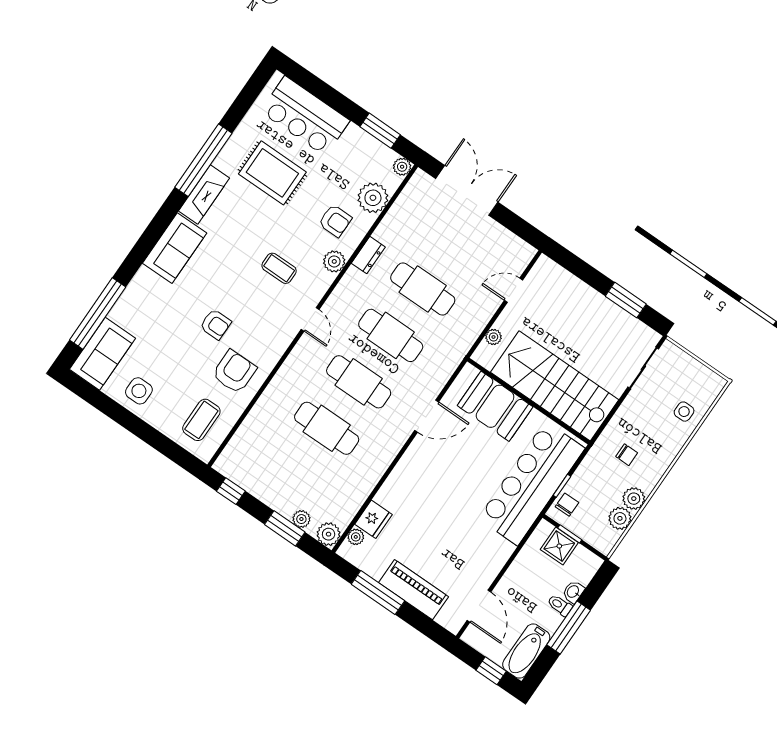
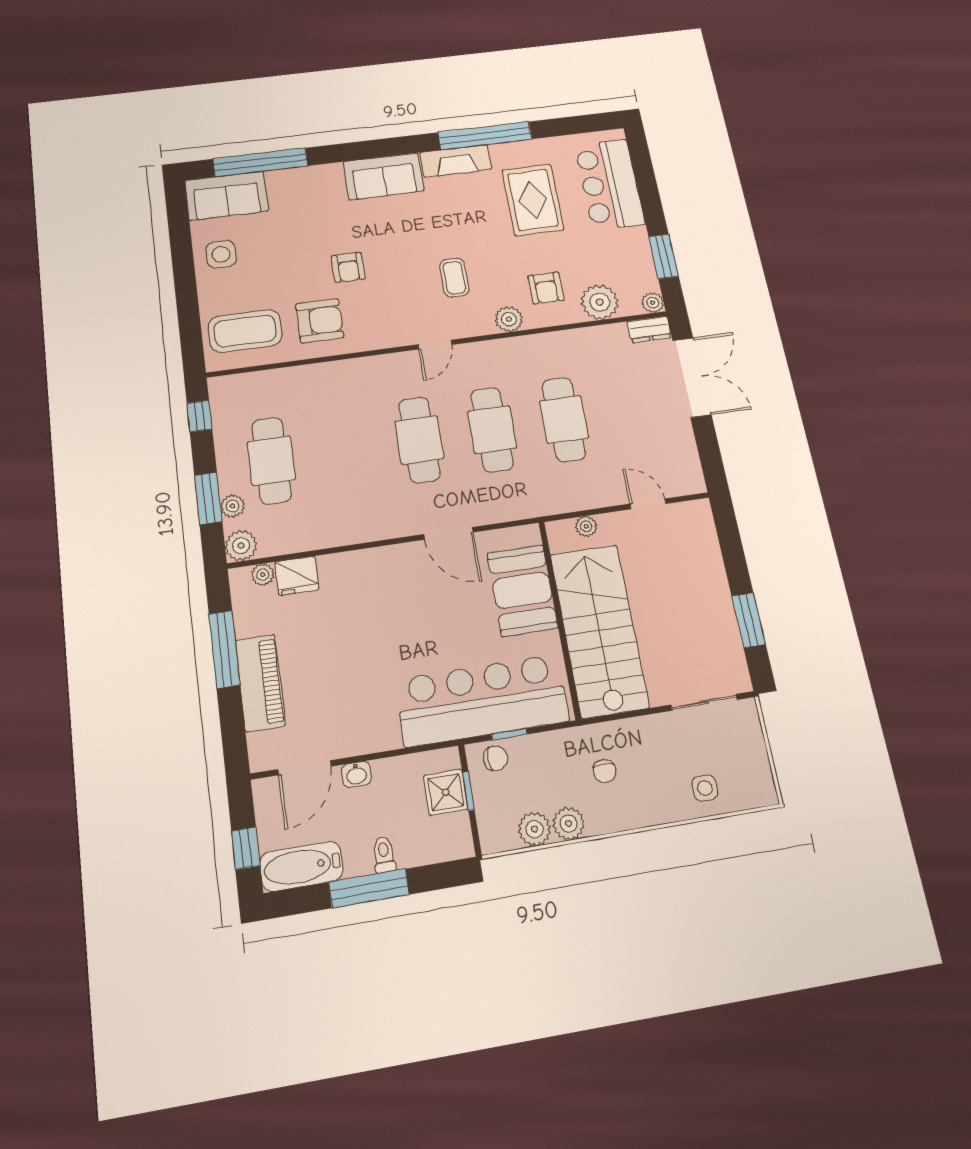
dresser: (368, 255) -> (649, 329), moved
coffee table: (201, 420) -> (245, 331), width x1.36, depth x1.32
cafe table: (327, 428) -> (271, 461), moved
washbasin: (573, 592) -> (356, 774), moved, turned 180

